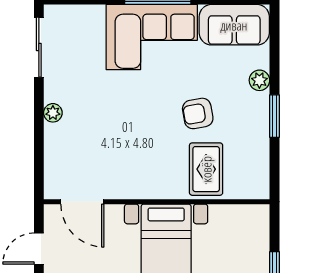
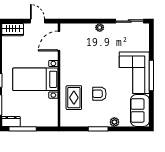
armchair: (198, 113) -> (99, 94), turned -80
rug: (206, 169) -> (74, 98), turned 90

